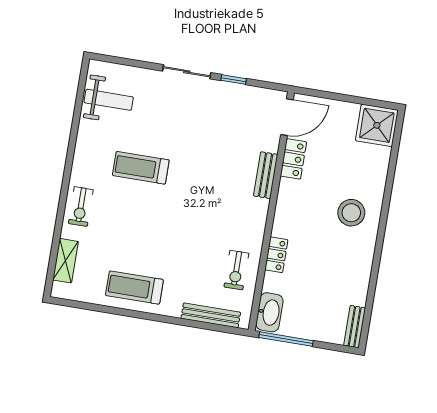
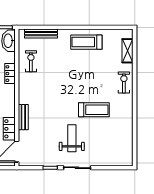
weight bench: (109, 100) -> (72, 138), moved, turned 90
treadmill: (134, 287) -> (86, 42), turned 180

